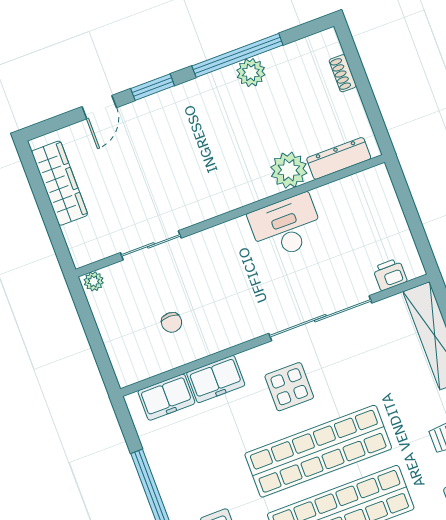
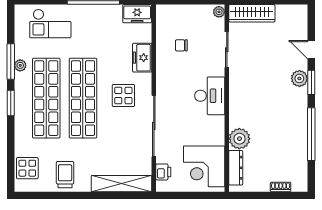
plant: (251, 73) -> (299, 78), moved
wardrobe: (60, 183) -> (252, 13), moved
corner desk: (356, 211) -> (204, 166), added
desk: (286, 227) -> (210, 96), moved
freezer: (166, 397) -> (137, 14), moved, turned -90

